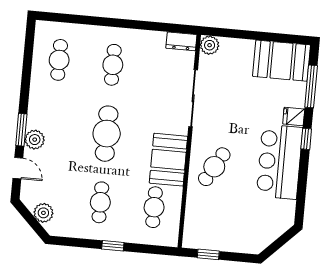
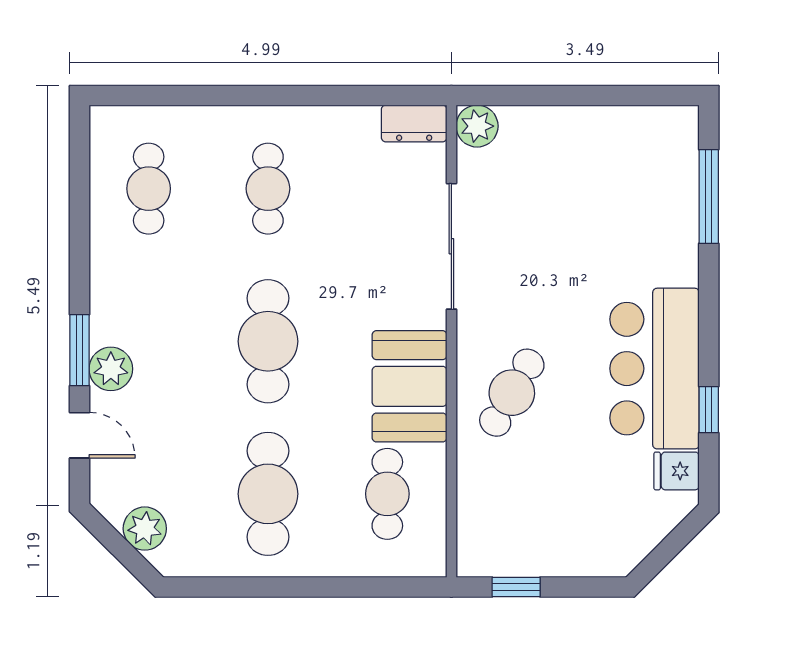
booth: (282, 61) -> (639, 146), removed
fridge: (294, 116) -> (677, 471), moved
window: (306, 139) -> (709, 410), moved
cafe table: (100, 202) -> (268, 494), width x1.37, depth x1.35
window: (113, 246) -> (304, 587), removed

